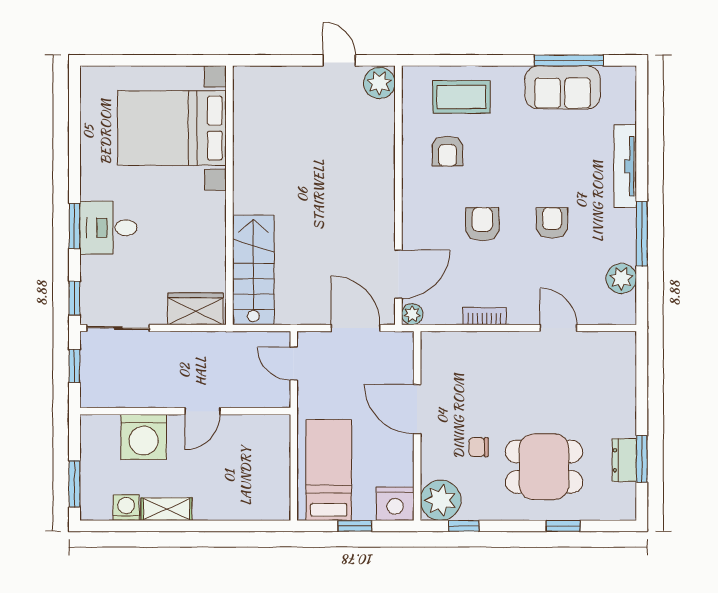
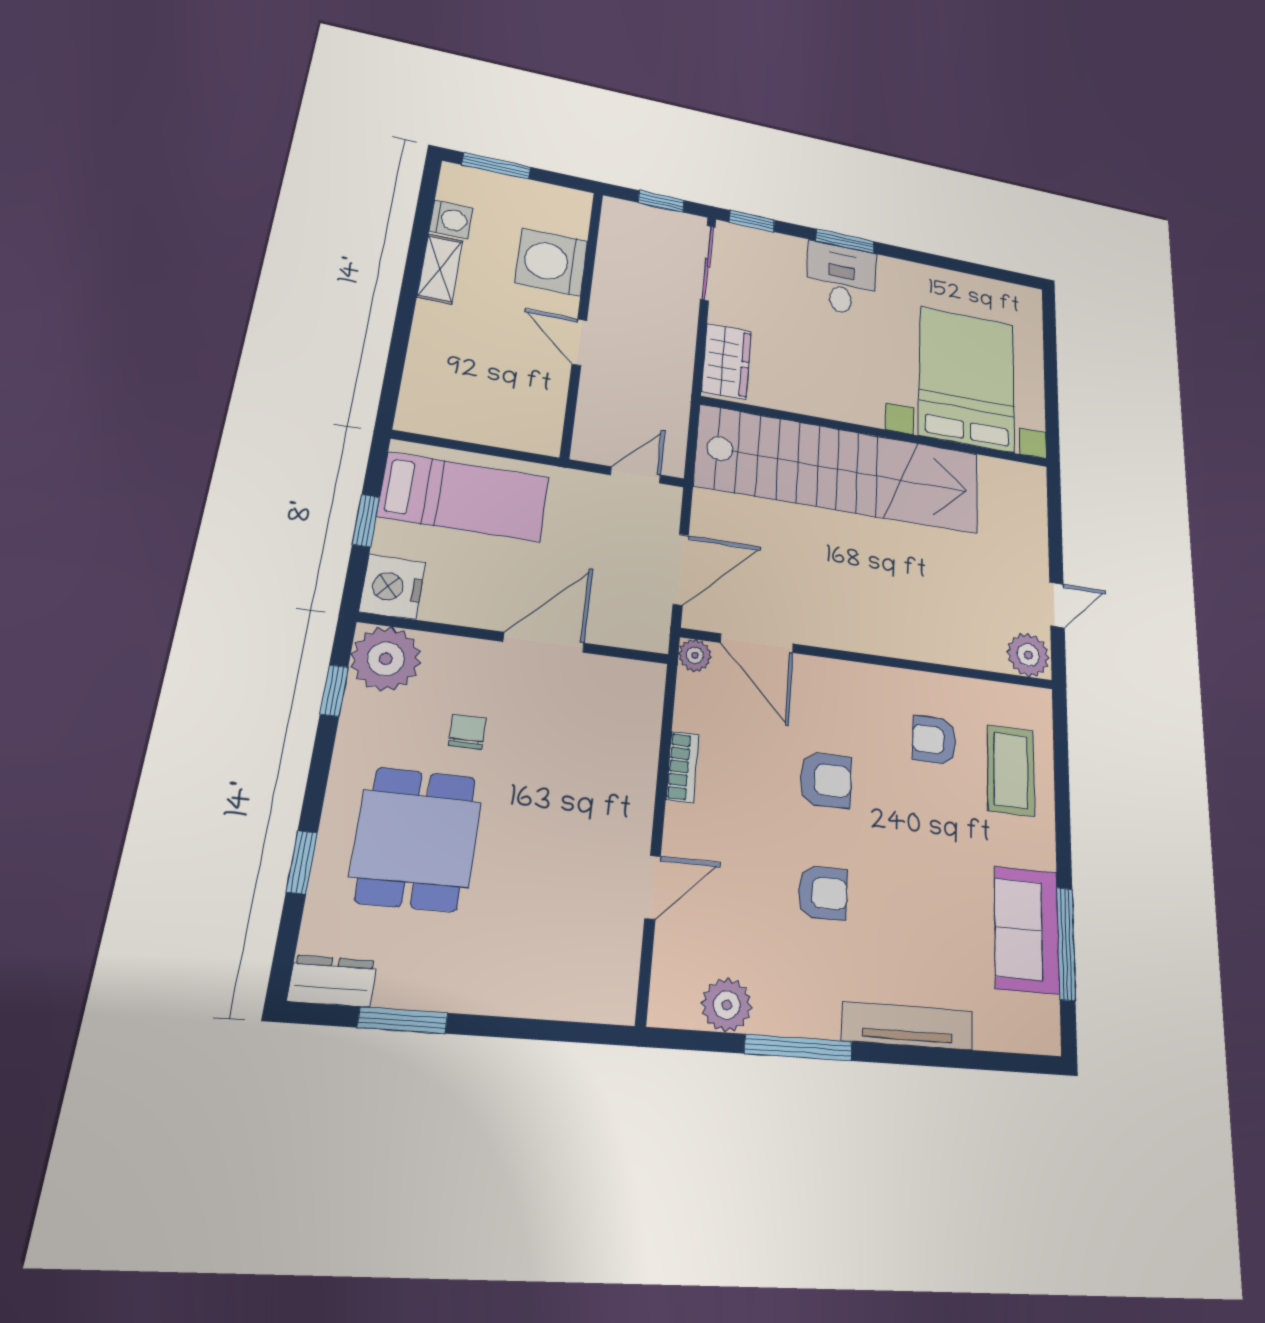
stairs: (253, 270) -> (840, 470), width x1.86, depth x1.51
dresser: (624, 460) -> (332, 981), moved

